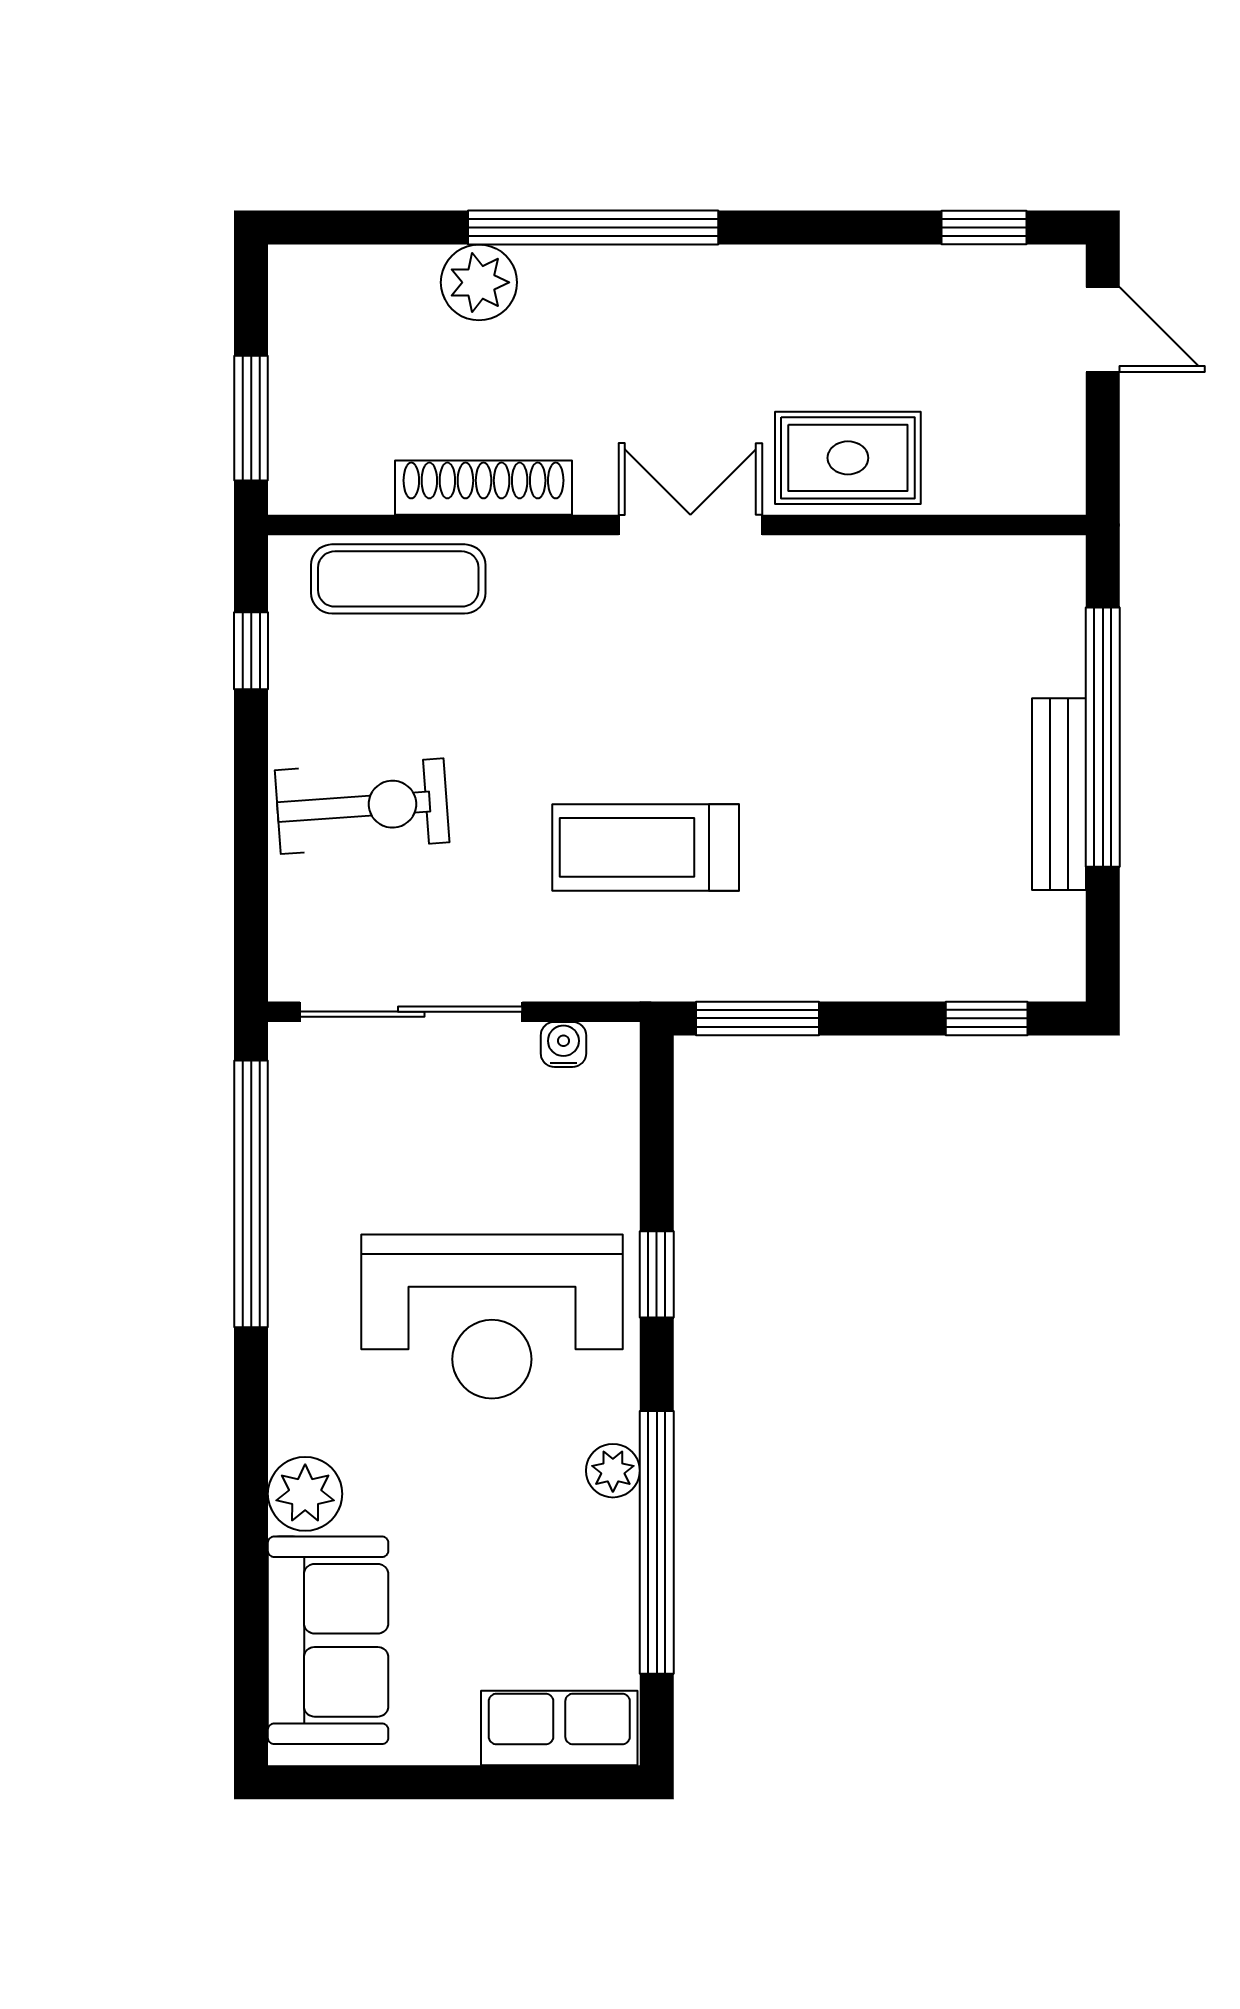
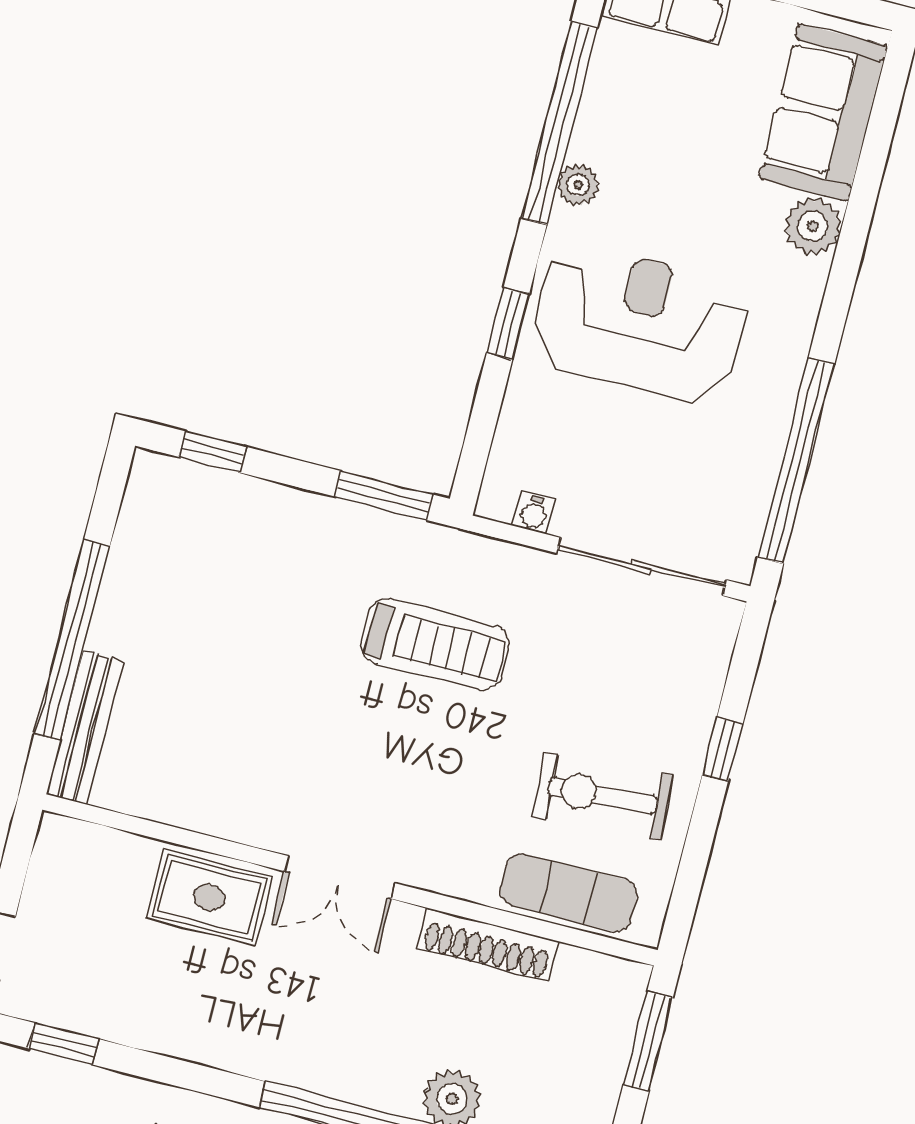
window: (251, 651) -> (723, 749), moved
bench: (1059, 794) -> (85, 728), moved
exercise bike: (362, 806) -> (603, 796), moved

